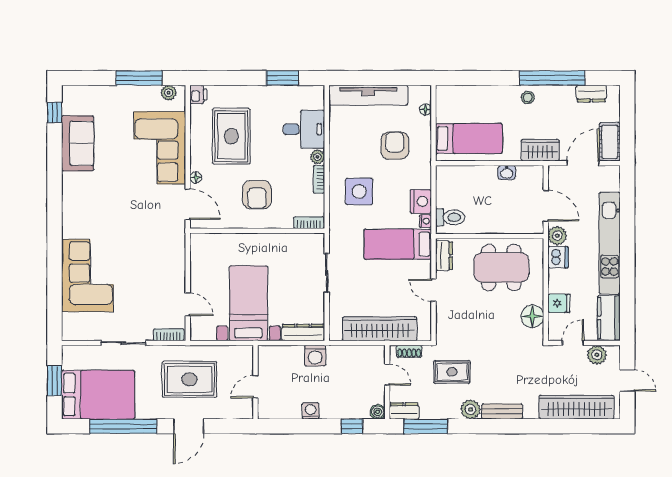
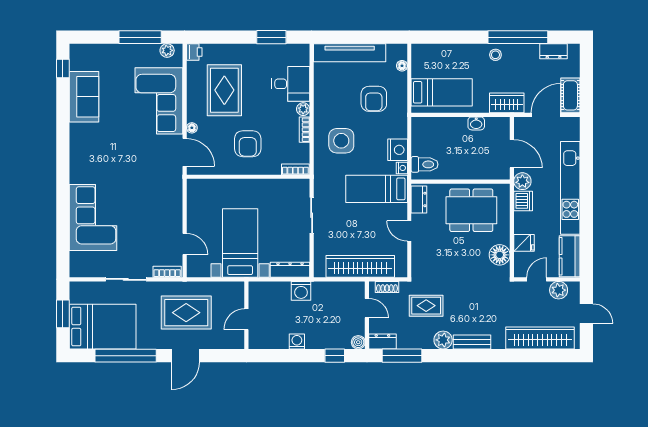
armchair: (395, 146) -> (374, 99), turned 180

